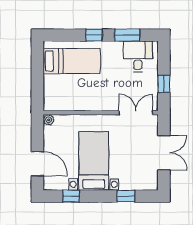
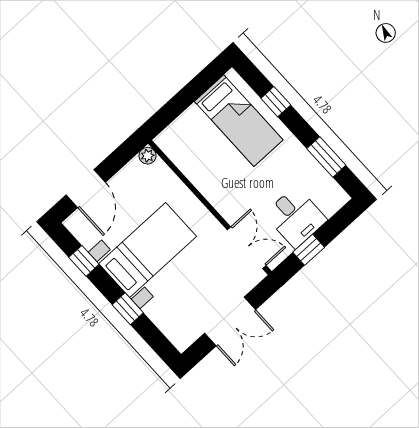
window: (94, 35) -> (276, 102), moved
desk: (138, 56) -> (296, 217), moved, turned 90
window: (126, 196) -> (128, 309), moved

